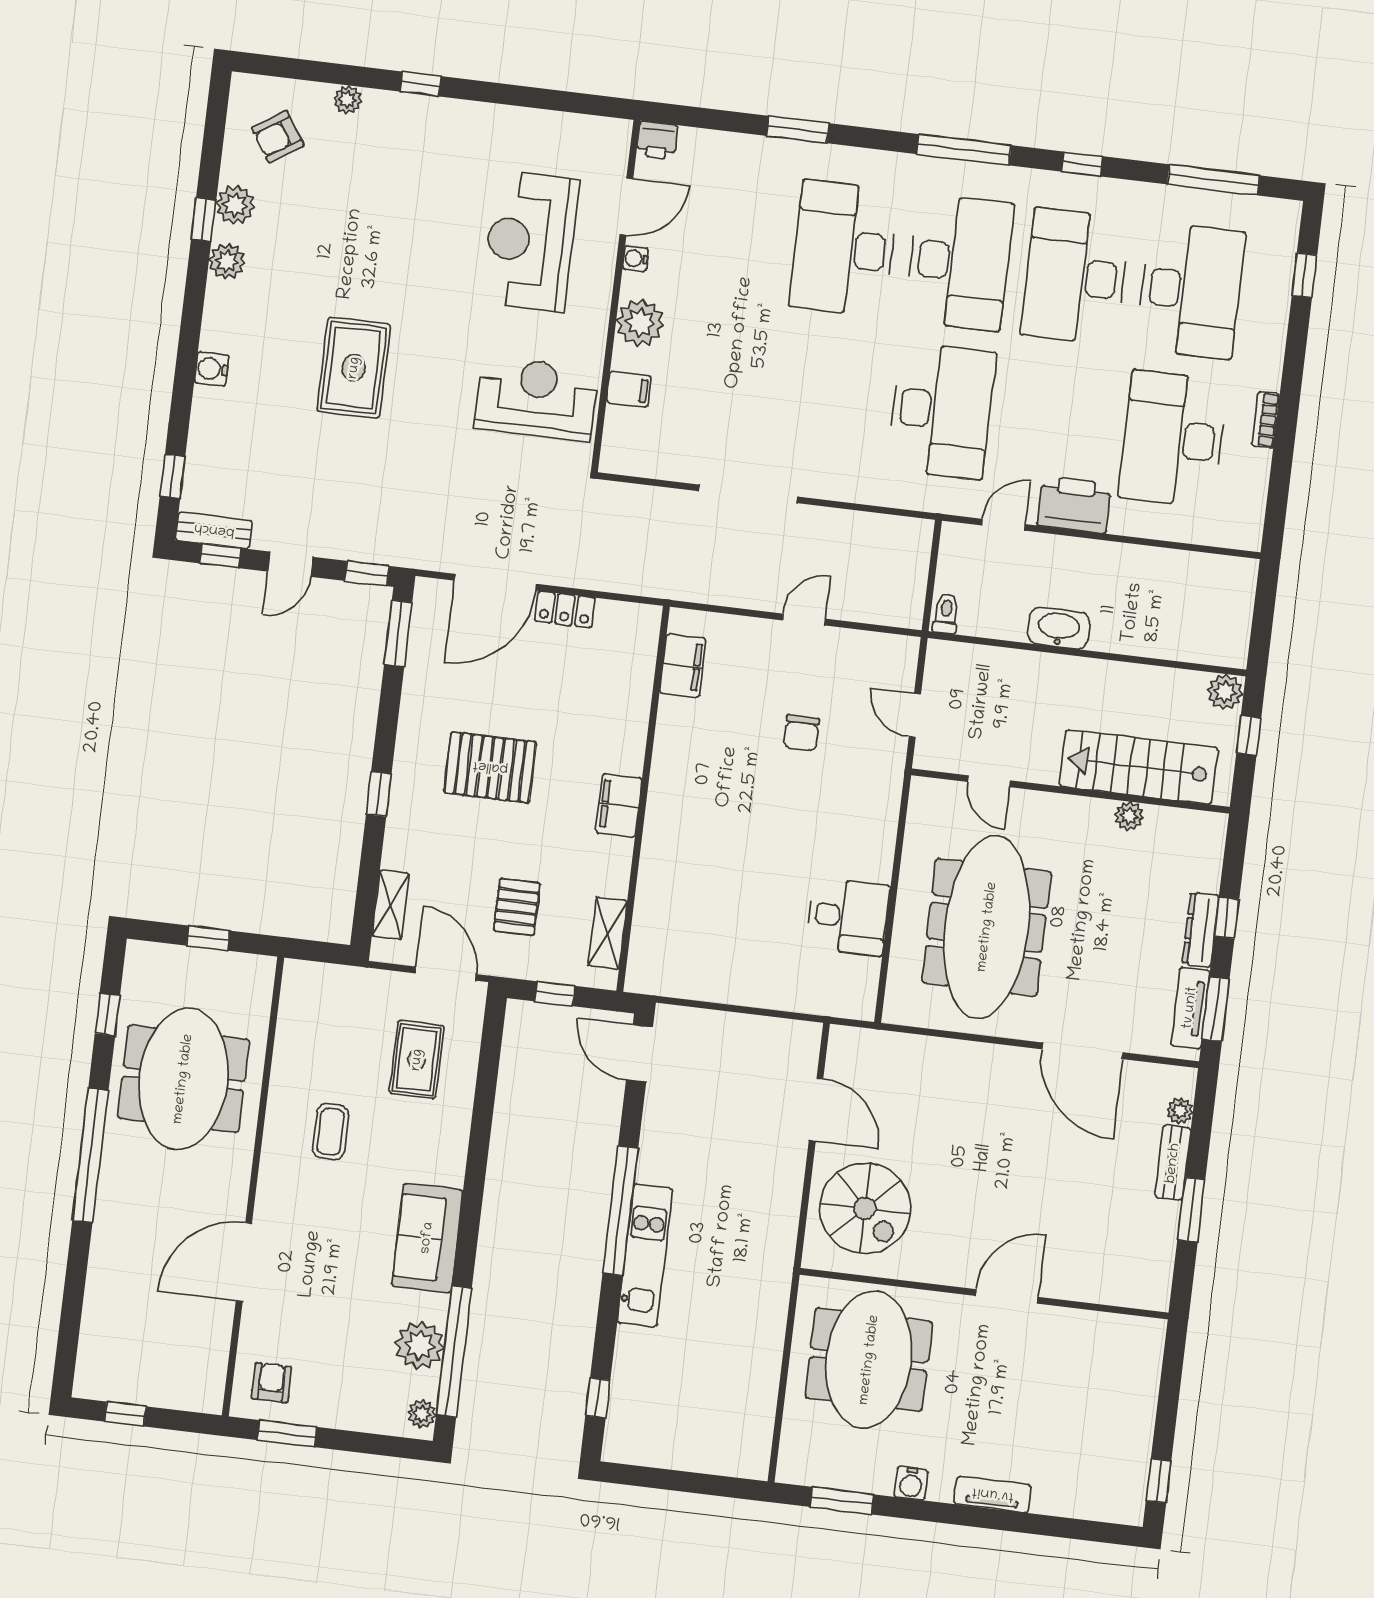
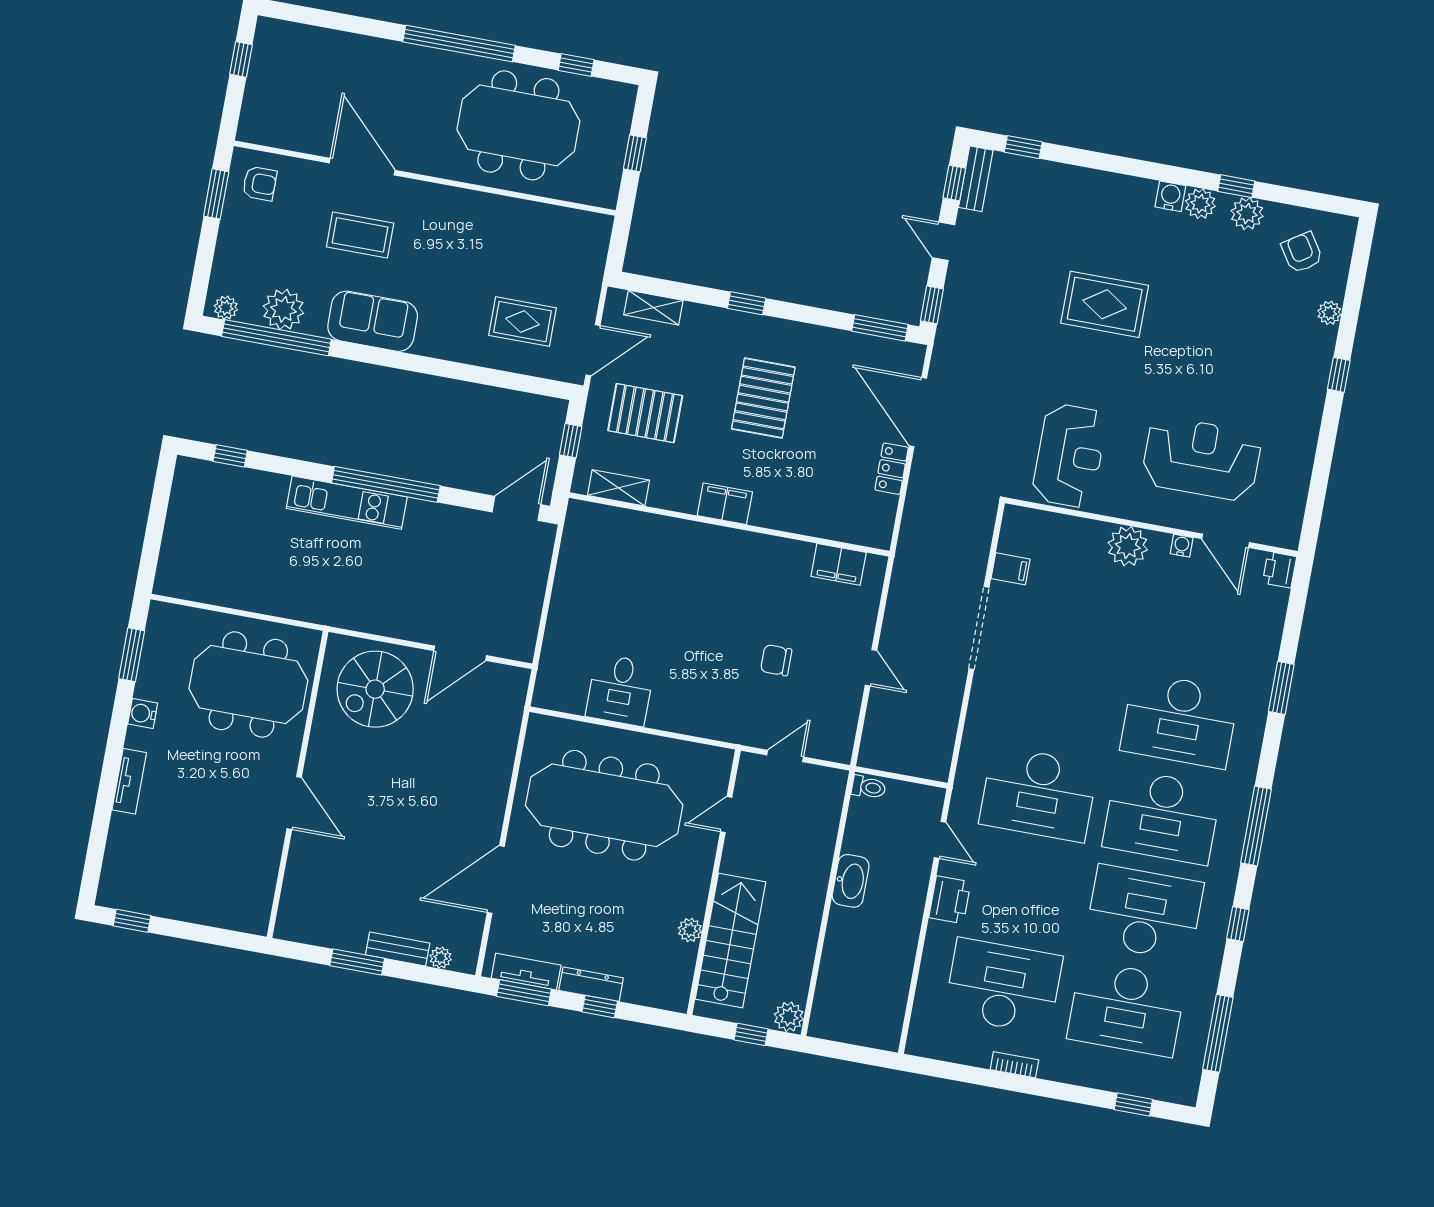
desk: (844, 248) -> (1179, 720), turned 180
water cooler: (212, 369) -> (1170, 196), moved
filing cabinet: (629, 389) -> (1010, 569), moved, turned -90
printer: (1074, 505) -> (950, 900), width x0.73, depth x0.84
pallet: (517, 907) -> (645, 413), width x1.50, depth x1.42
coffee table: (331, 1132) -> (360, 235), moved, width x1.36, depth x1.30

